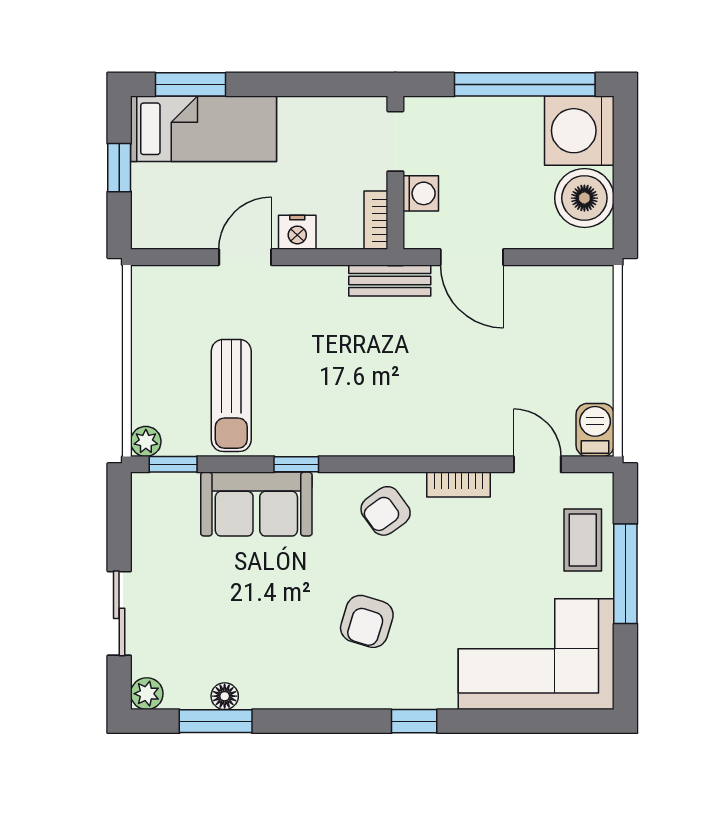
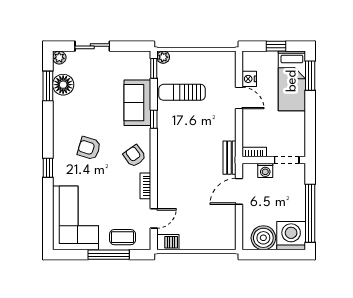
nightstand: (297, 232) -> (249, 79), moved
floor lamp: (225, 696) -> (63, 85), width x1.89, depth x1.89

